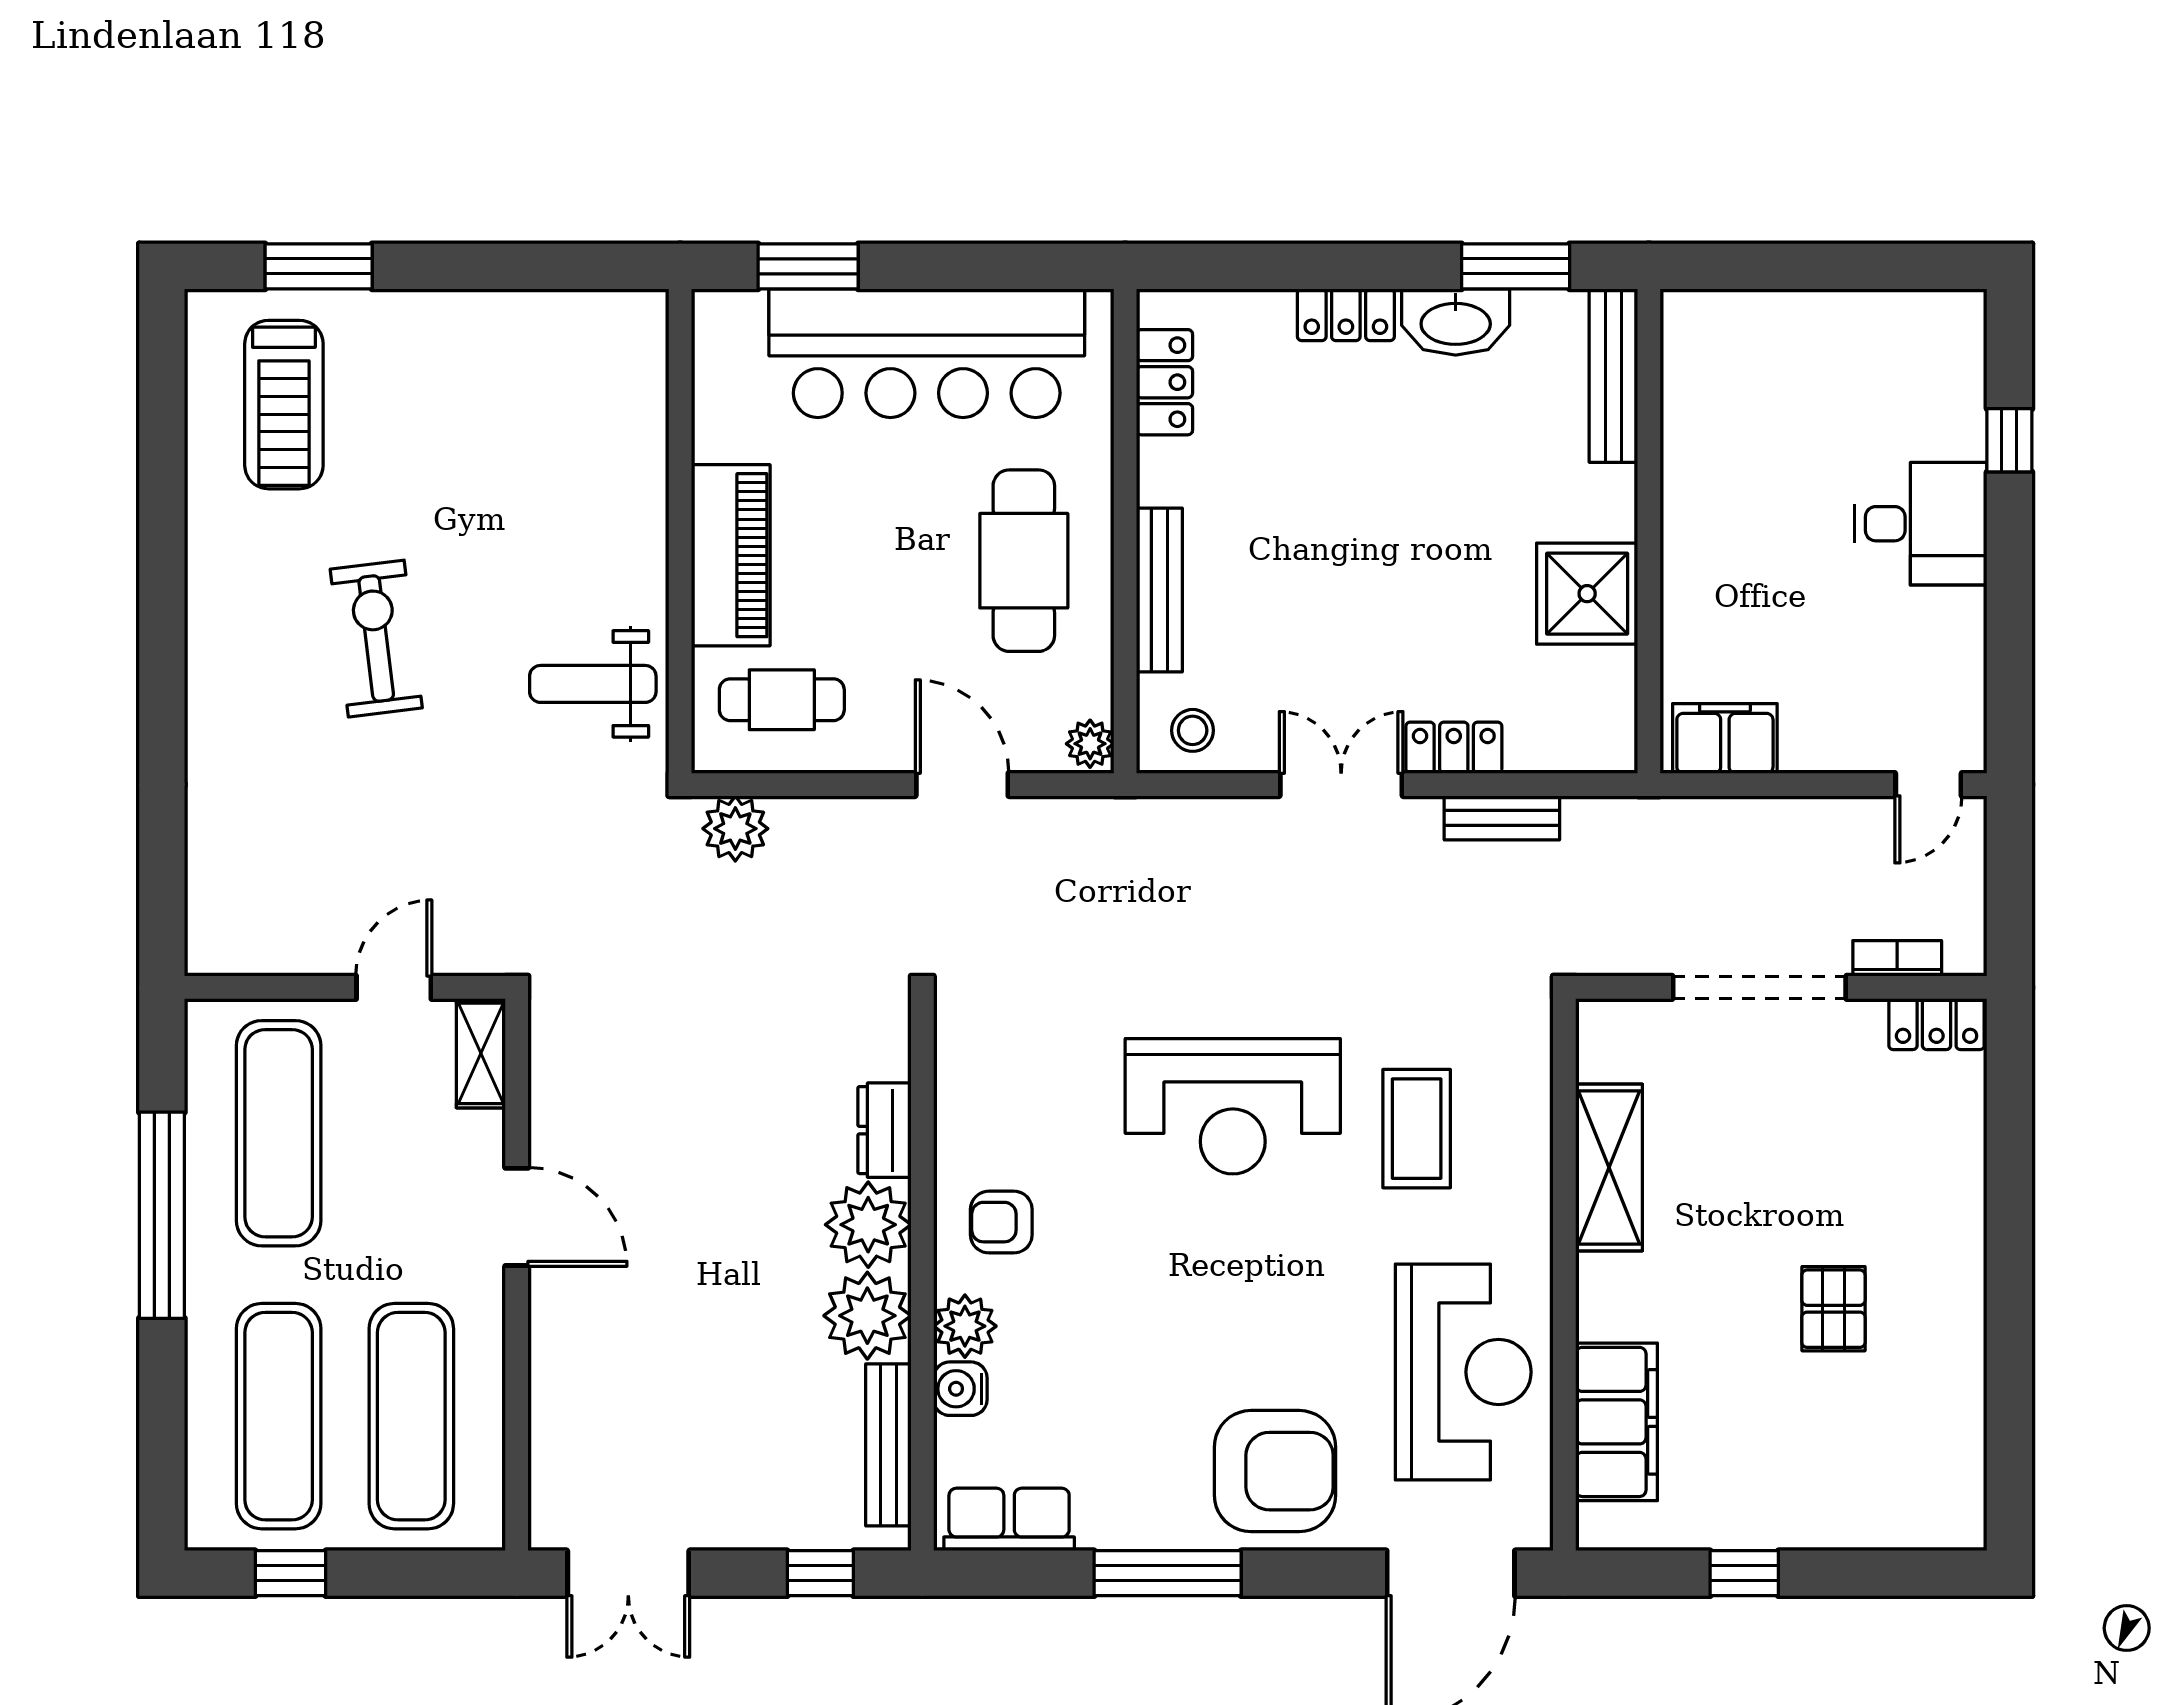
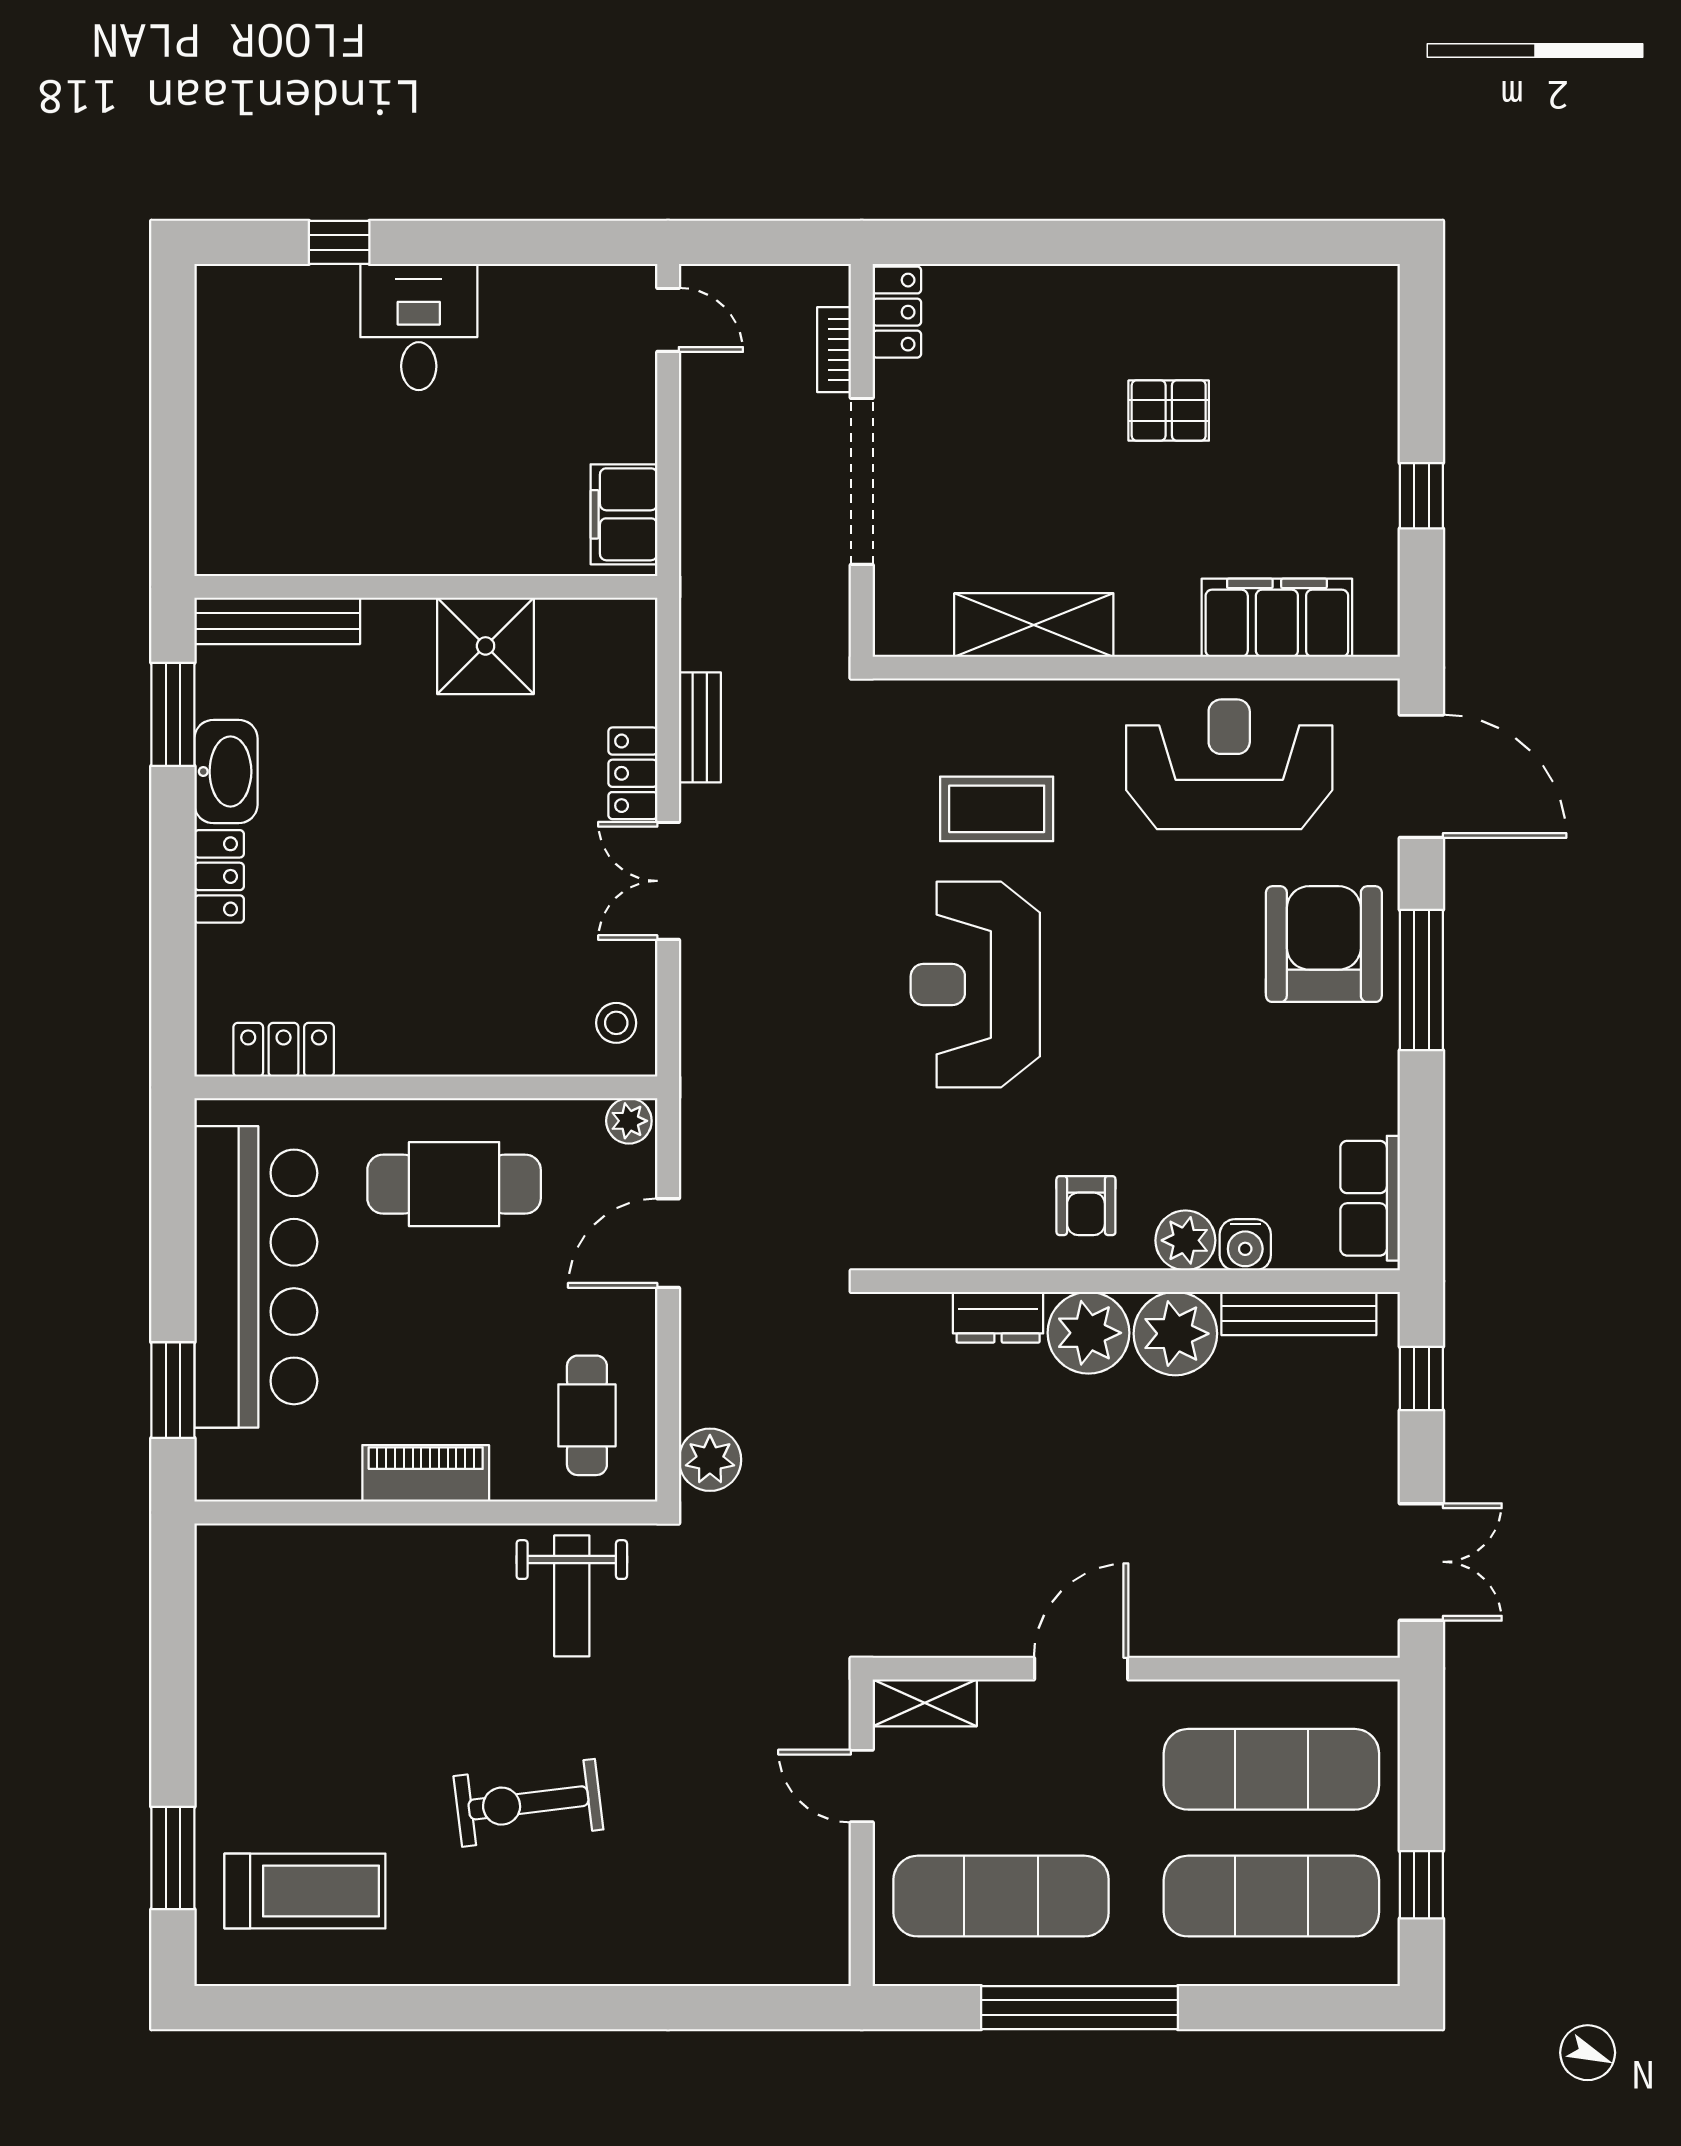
piano: (731, 555) -> (426, 1473), width x0.73, depth x0.75
bench: (1159, 590) -> (482, 1055), removed
reception desk: (1233, 1106) -> (975, 984), turned 180
window: (1168, 1573) -> (1421, 980), moved

